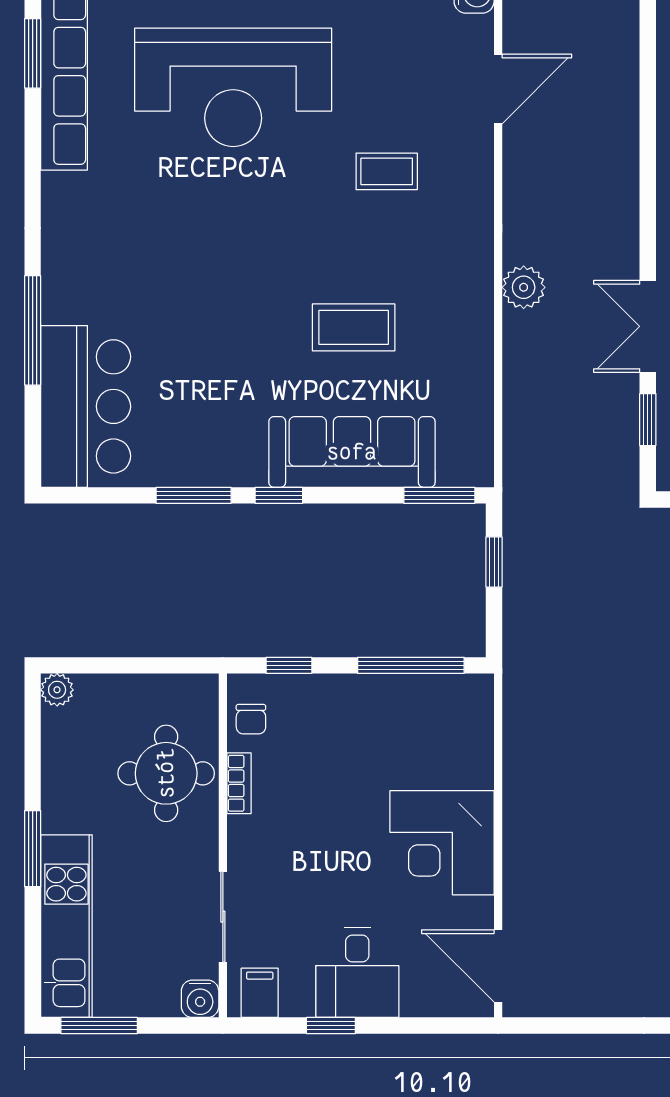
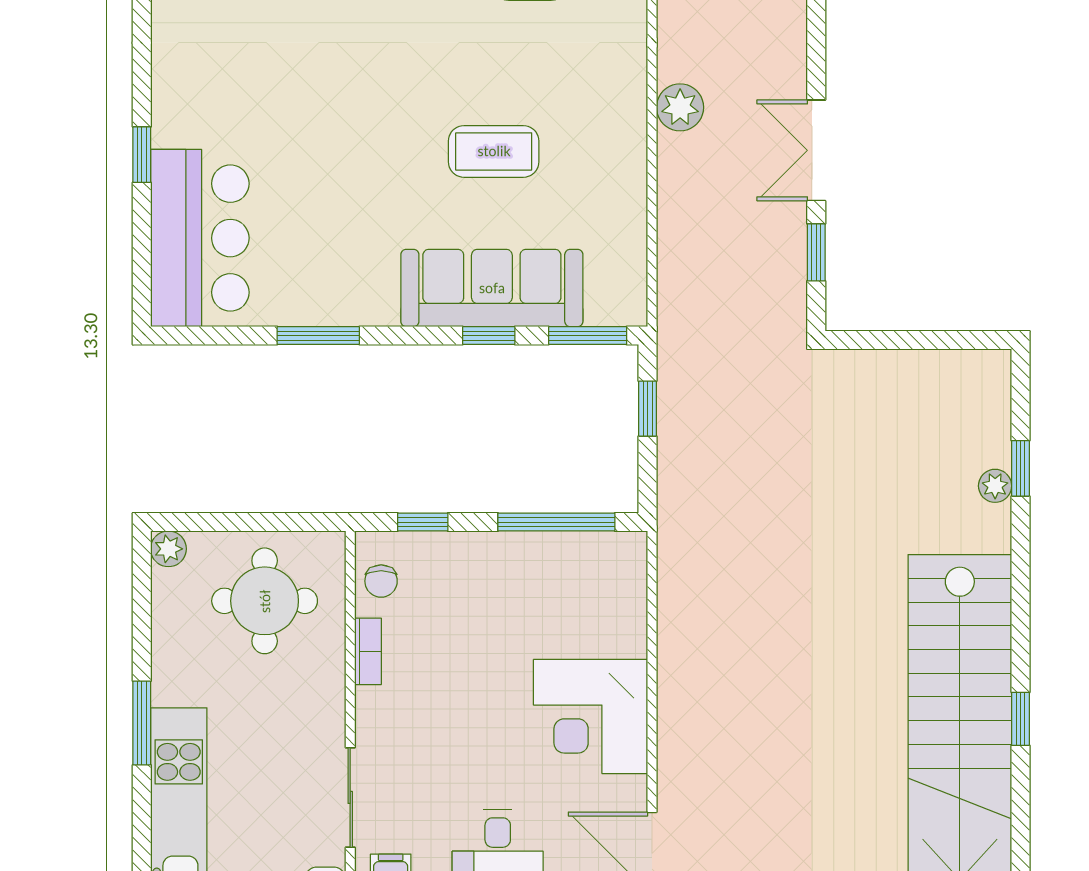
window: (33, 330) -> (142, 155), width x0.46
window: (279, 495) -> (489, 336), moved
round table: (166, 773) -> (265, 601), moved

